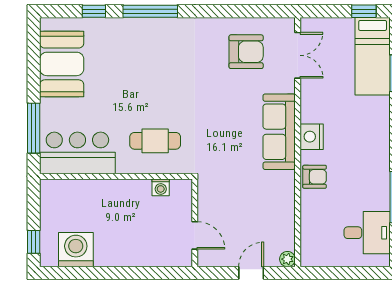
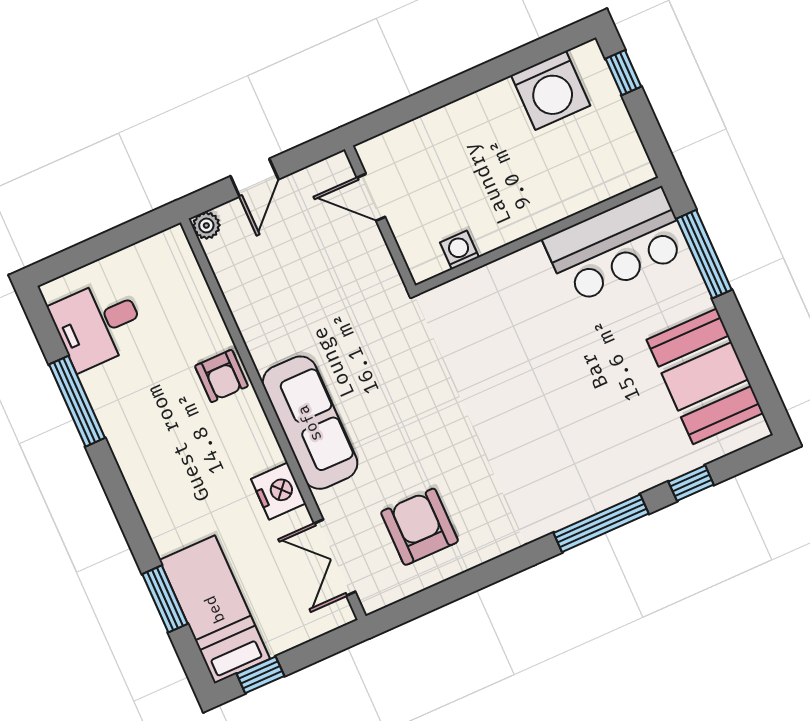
armchair: (246, 52) -> (420, 527), turned 90
nightstand: (312, 137) -> (278, 491), moved
cafe table: (155, 141) -> (501, 320), removed
armchair: (315, 177) -> (222, 376), turned -90

